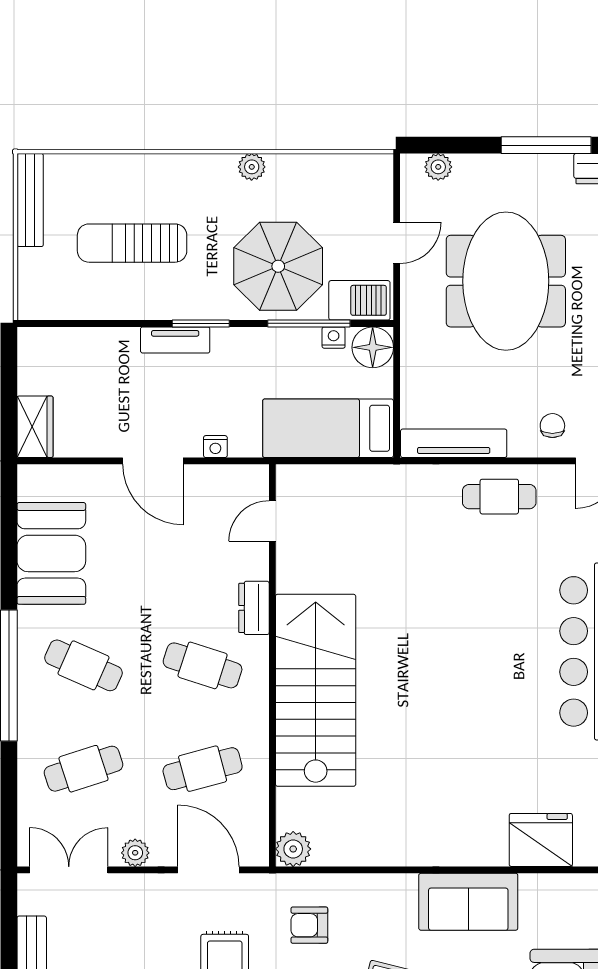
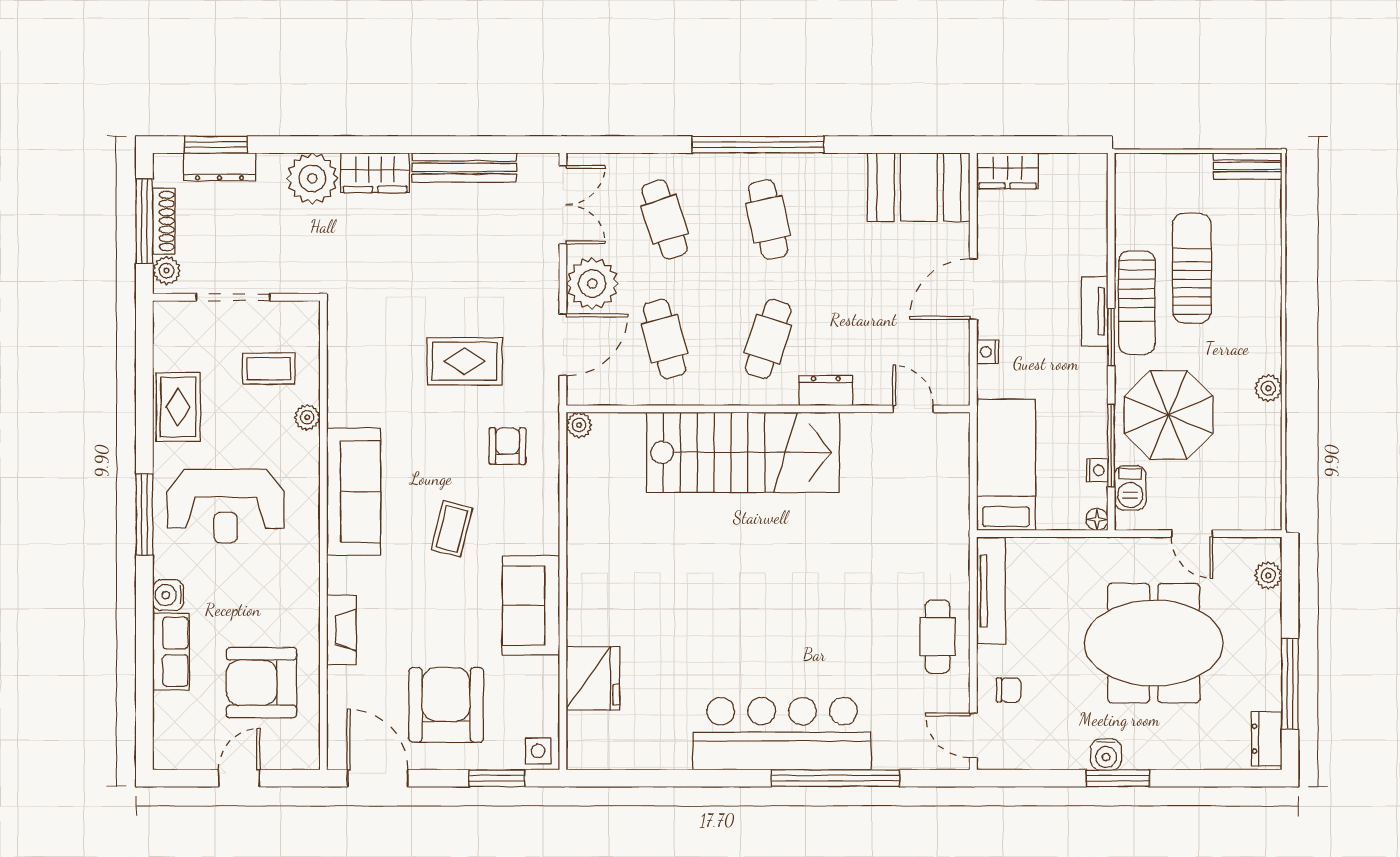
bench: (30, 200) -> (1247, 166), width x0.73
sun lounger: (166, 298) -> (1137, 303), added
barbecue: (359, 300) -> (1130, 488), width x0.73, depth x0.79
floor lamp: (373, 347) -> (1097, 519), width x0.53, depth x0.53
booth: (51, 553) -> (919, 187), moved
cafe table: (84, 665) -> (768, 219), turned -36
plant: (293, 849) -> (579, 425), width x0.73, depth x0.73
plant: (135, 853) -> (592, 283), width x1.88, depth x1.88

